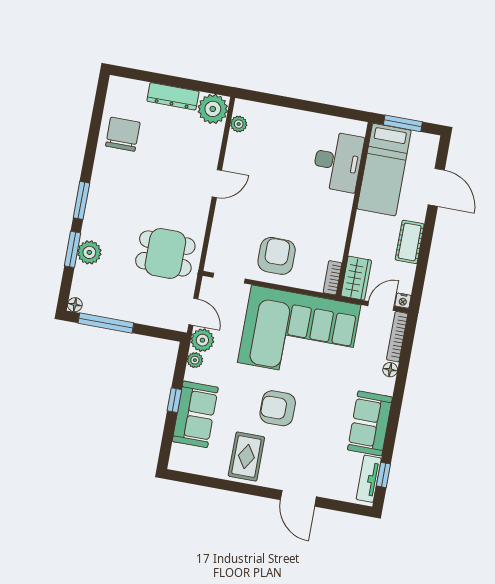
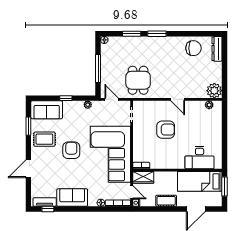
dresser: (173, 96) -> (217, 49), moved
plant: (89, 252) -> (132, 42), removed
armchair: (277, 256) -> (166, 130), moved
door: (193, 312) -> (112, 99), swing flipped
window: (106, 323) -> (98, 69), moved
plant: (202, 340) -> (98, 107), removed
sofa: (195, 414) -> (47, 110), moved
window: (216, 483) -> (28, 126), added

